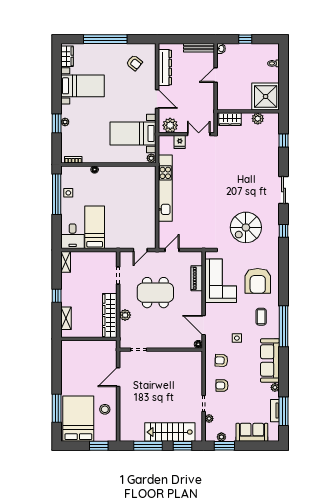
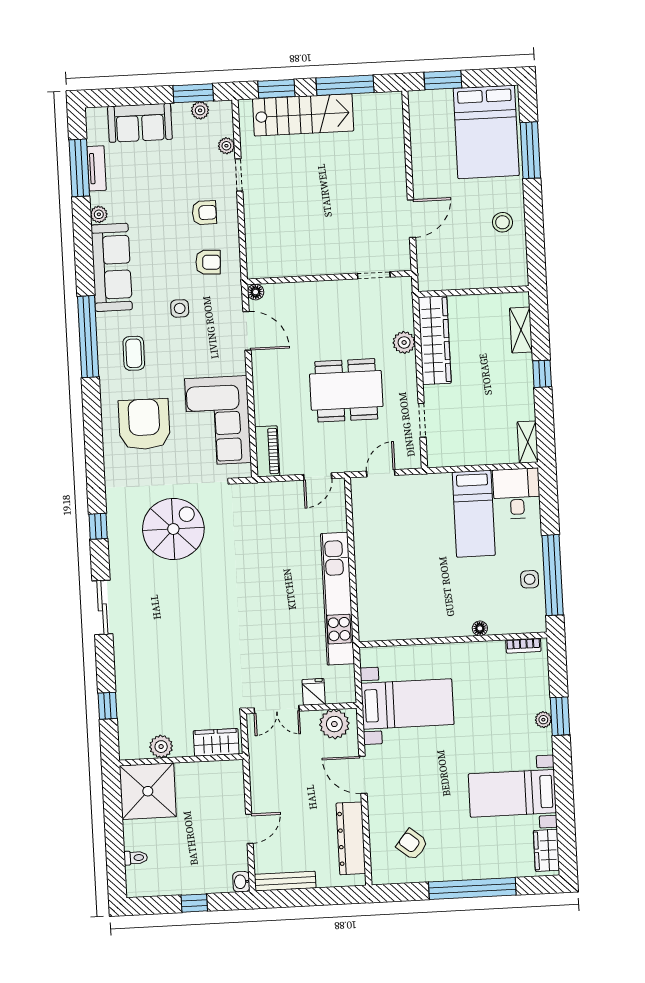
plant: (151, 158) -> (368, 657), removed
piano: (197, 278) -> (267, 451), moved
stool: (105, 409) -> (502, 222), moved

